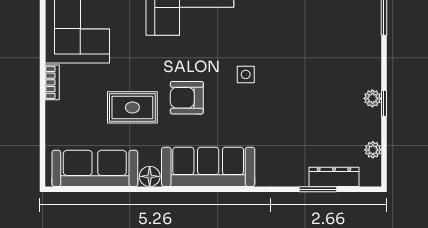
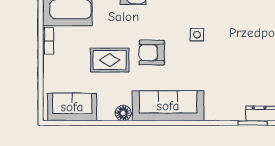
sofa: (95, 168) -> (72, 107), width x0.73

